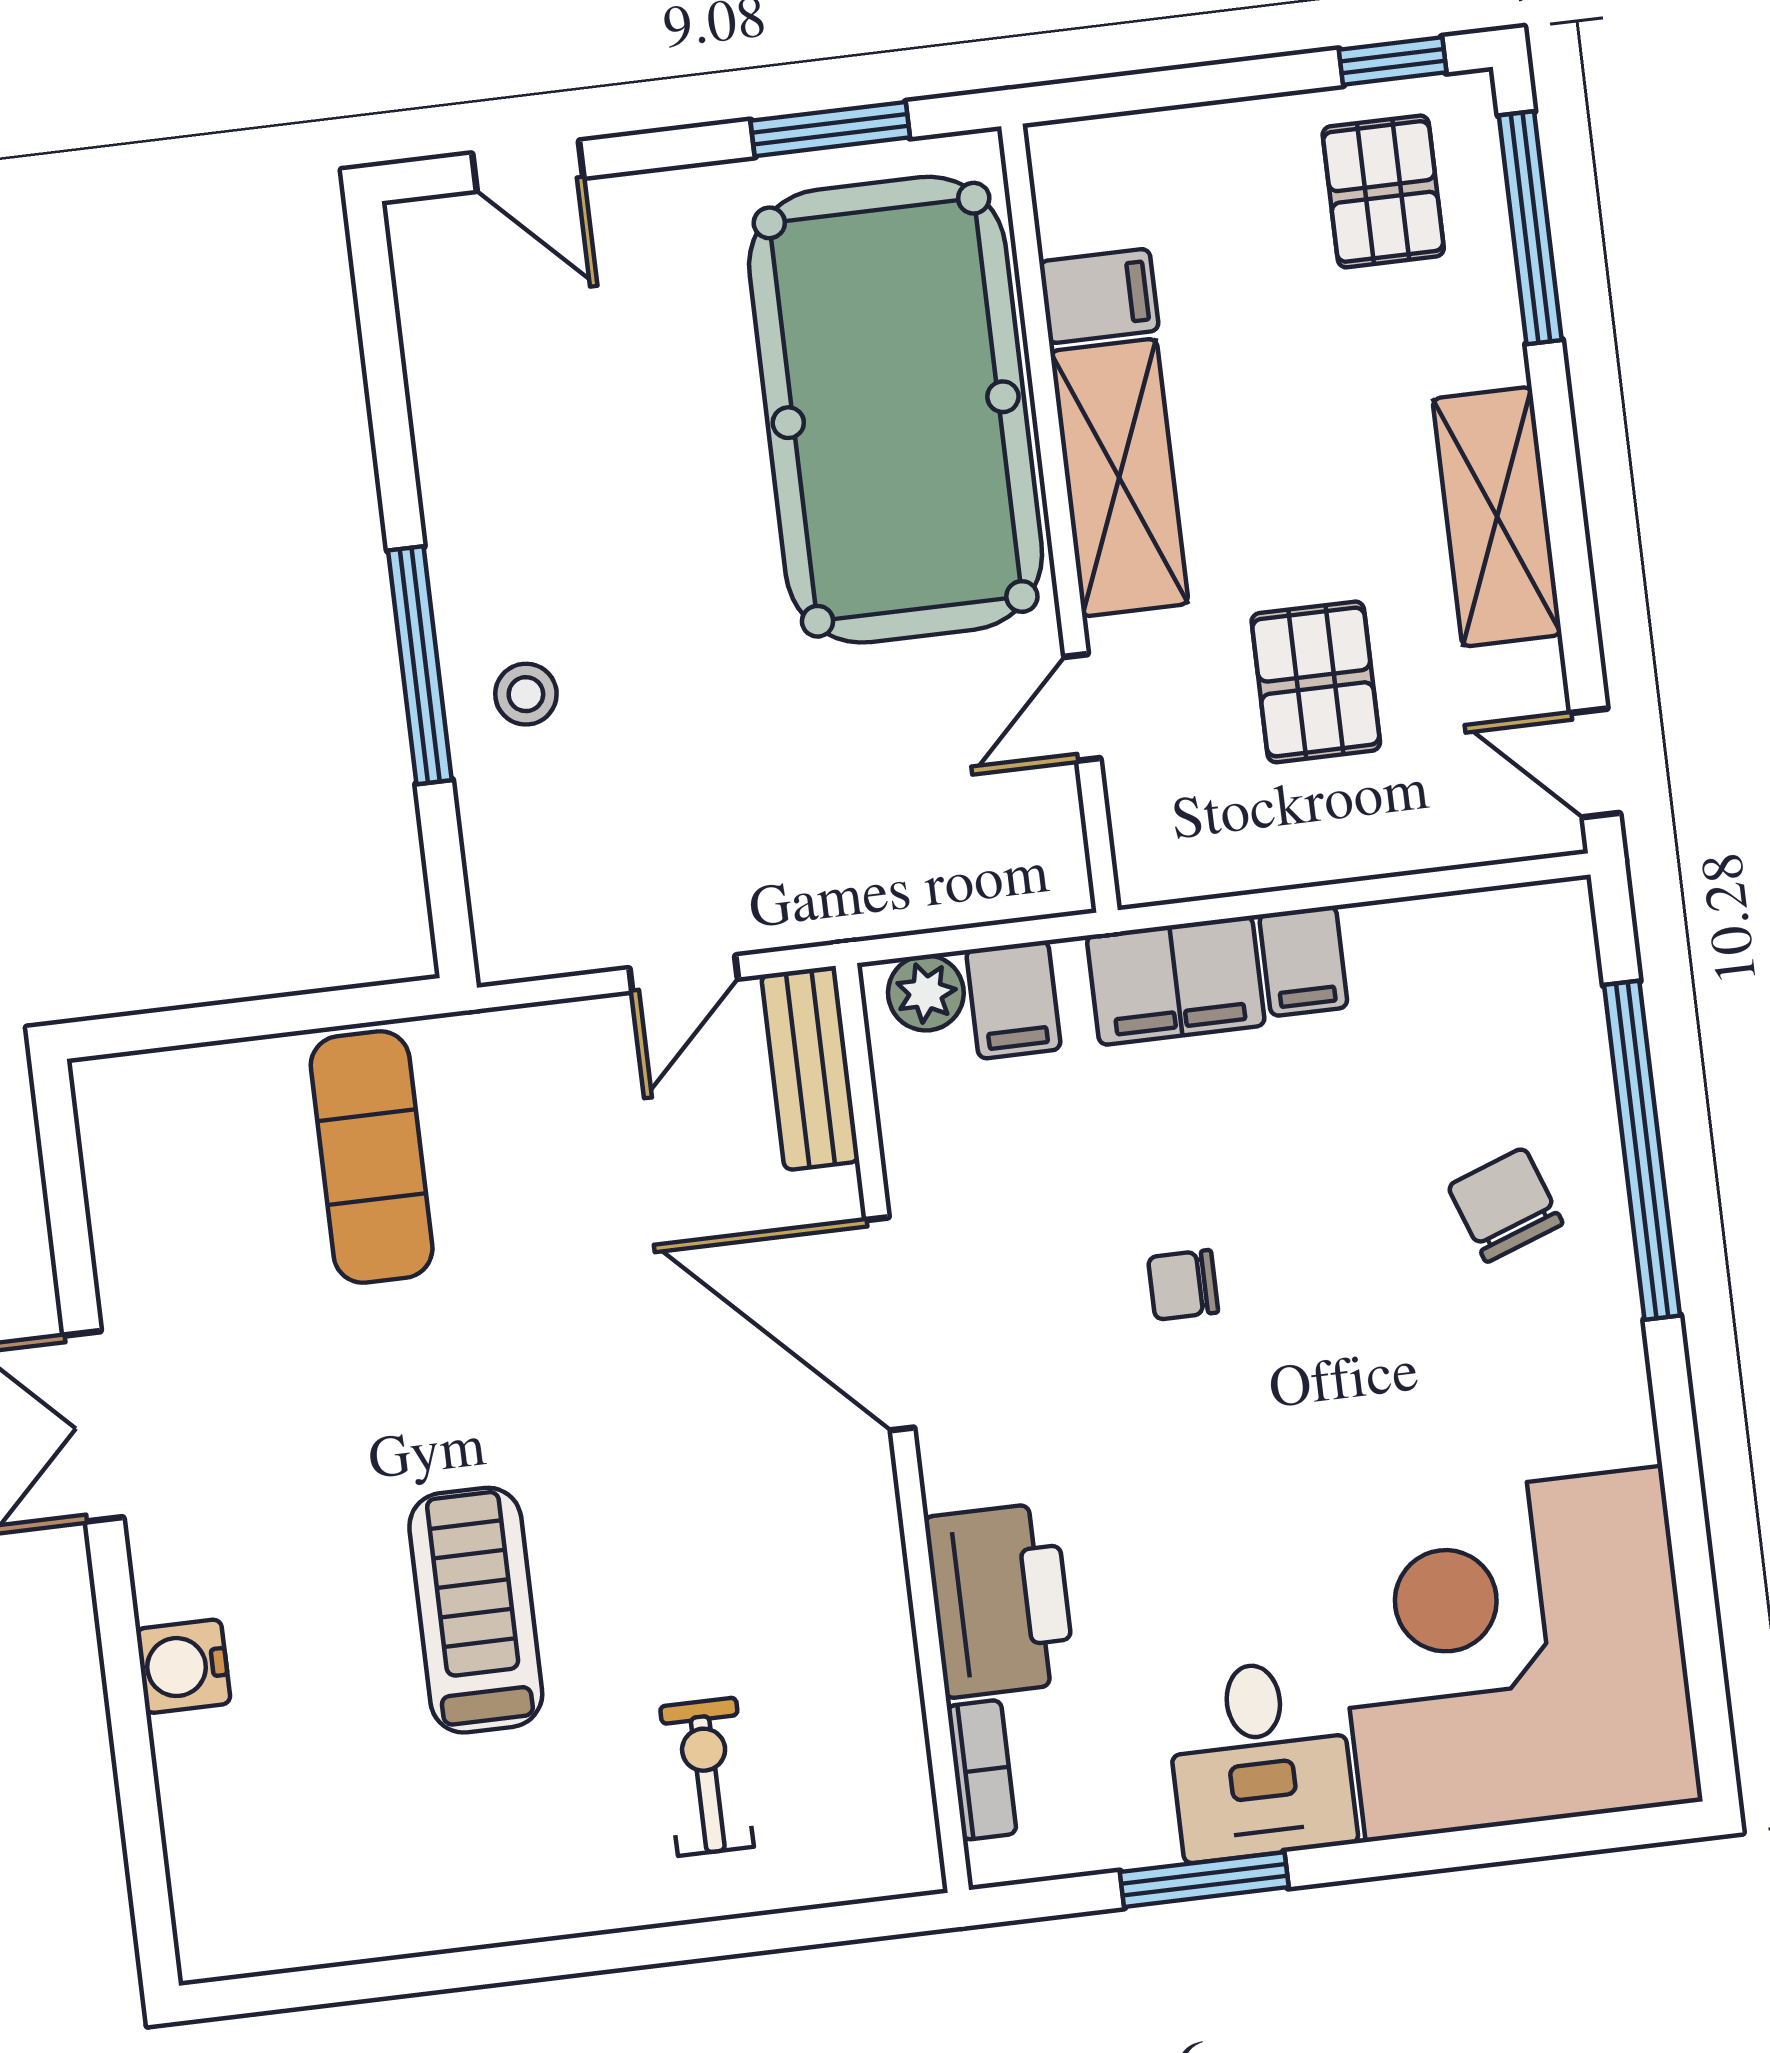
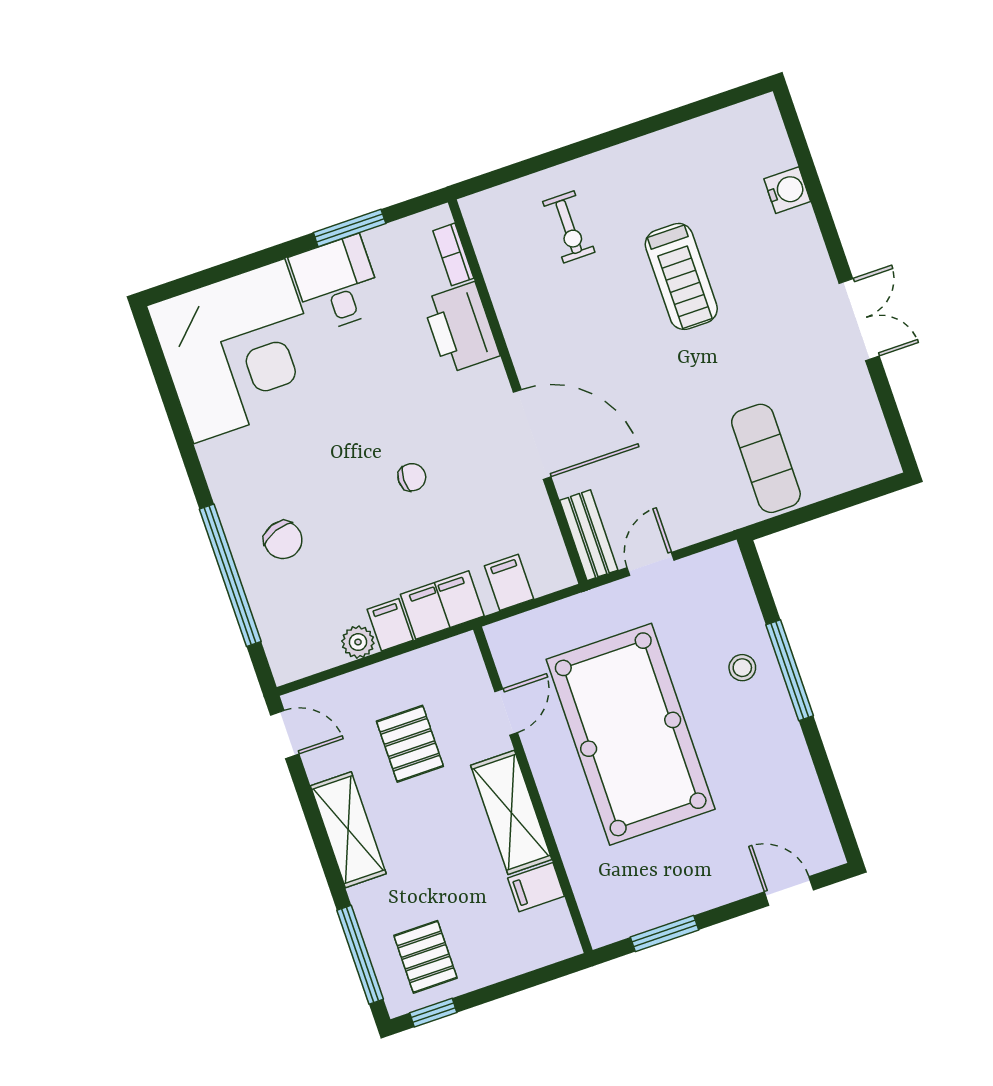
pool table: (896, 410) -> (631, 734), moved
plant: (926, 993) -> (358, 642), moved
water cooler: (183, 1666) -> (787, 190), moved

